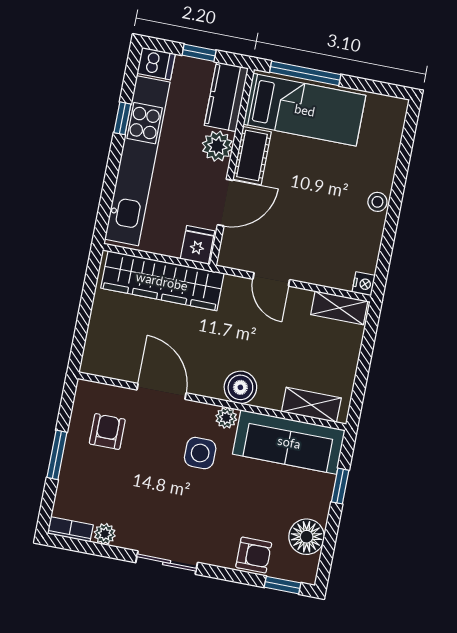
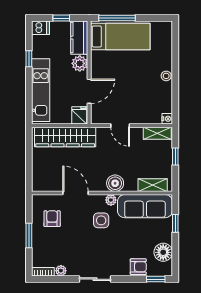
cot: (252, 156) -> (98, 65), removed
kitchen unit: (137, 161) -> (41, 90), width x0.73
window: (365, 359) -> (175, 156), added

